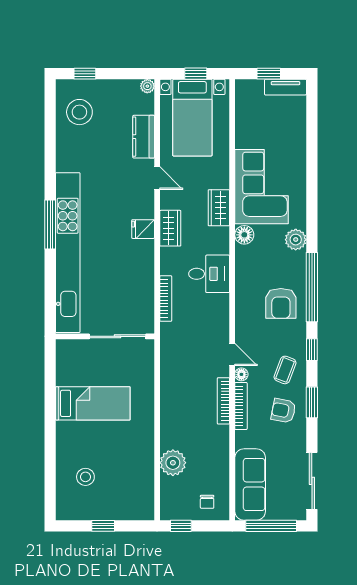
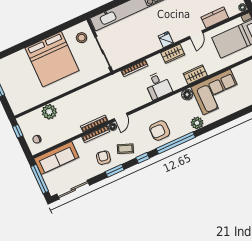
bed: (93, 403) -> (52, 59), width x2.04
stool: (85, 477) -> (82, 38), moved

